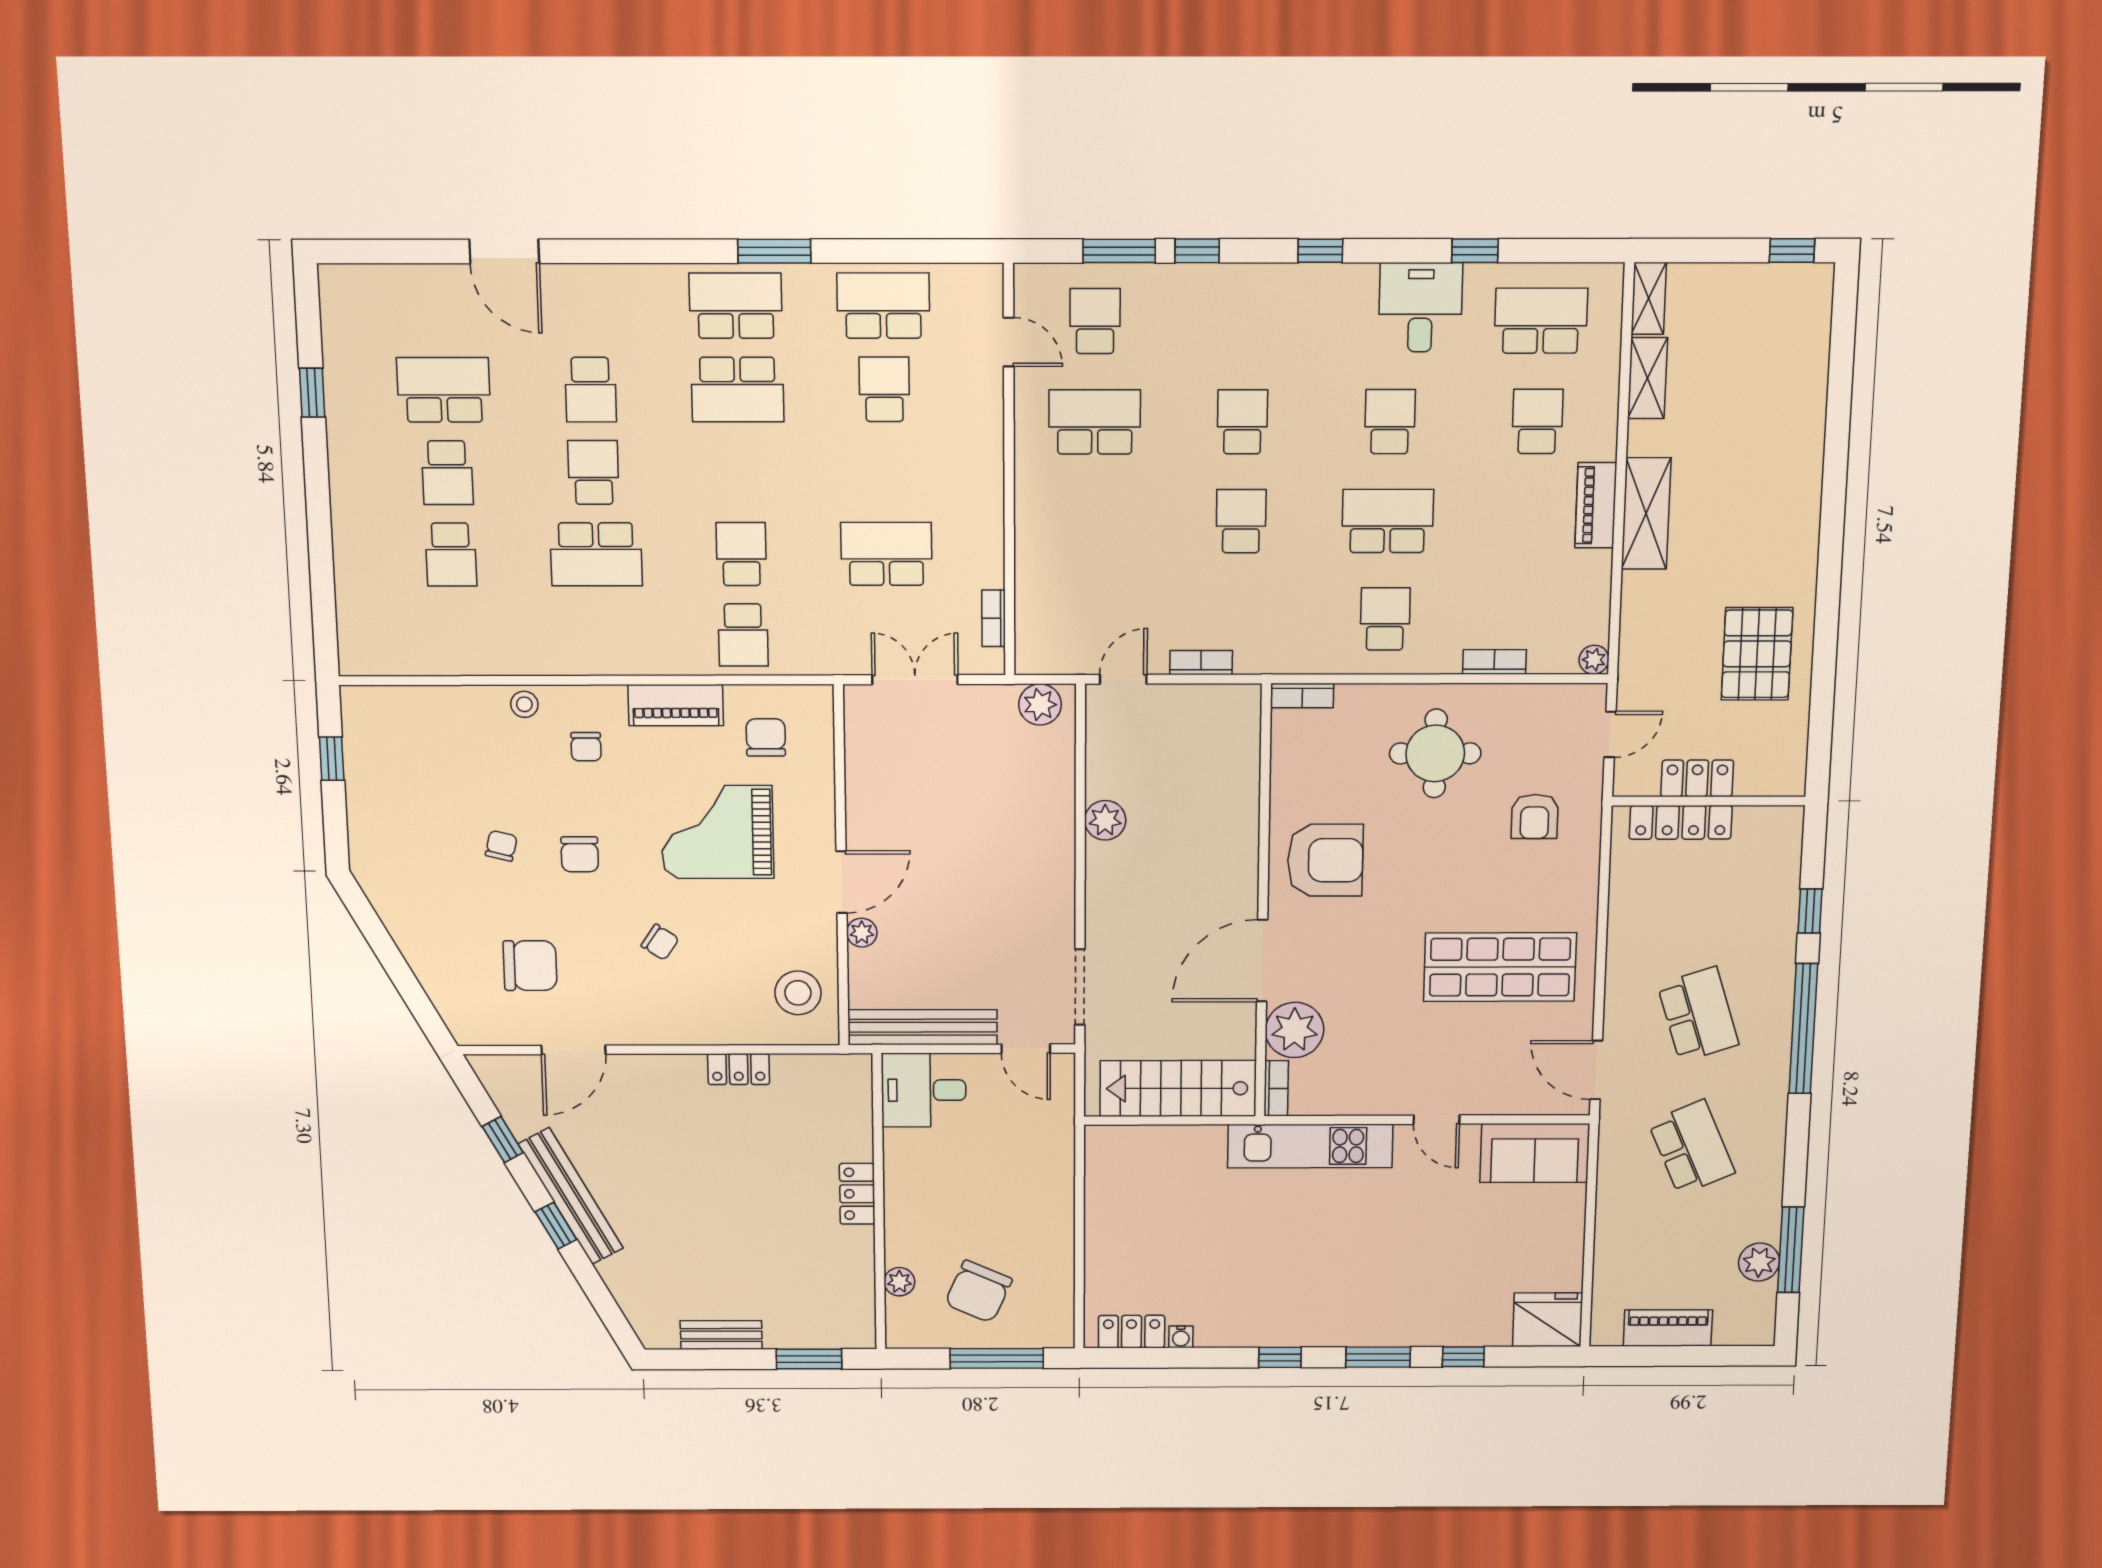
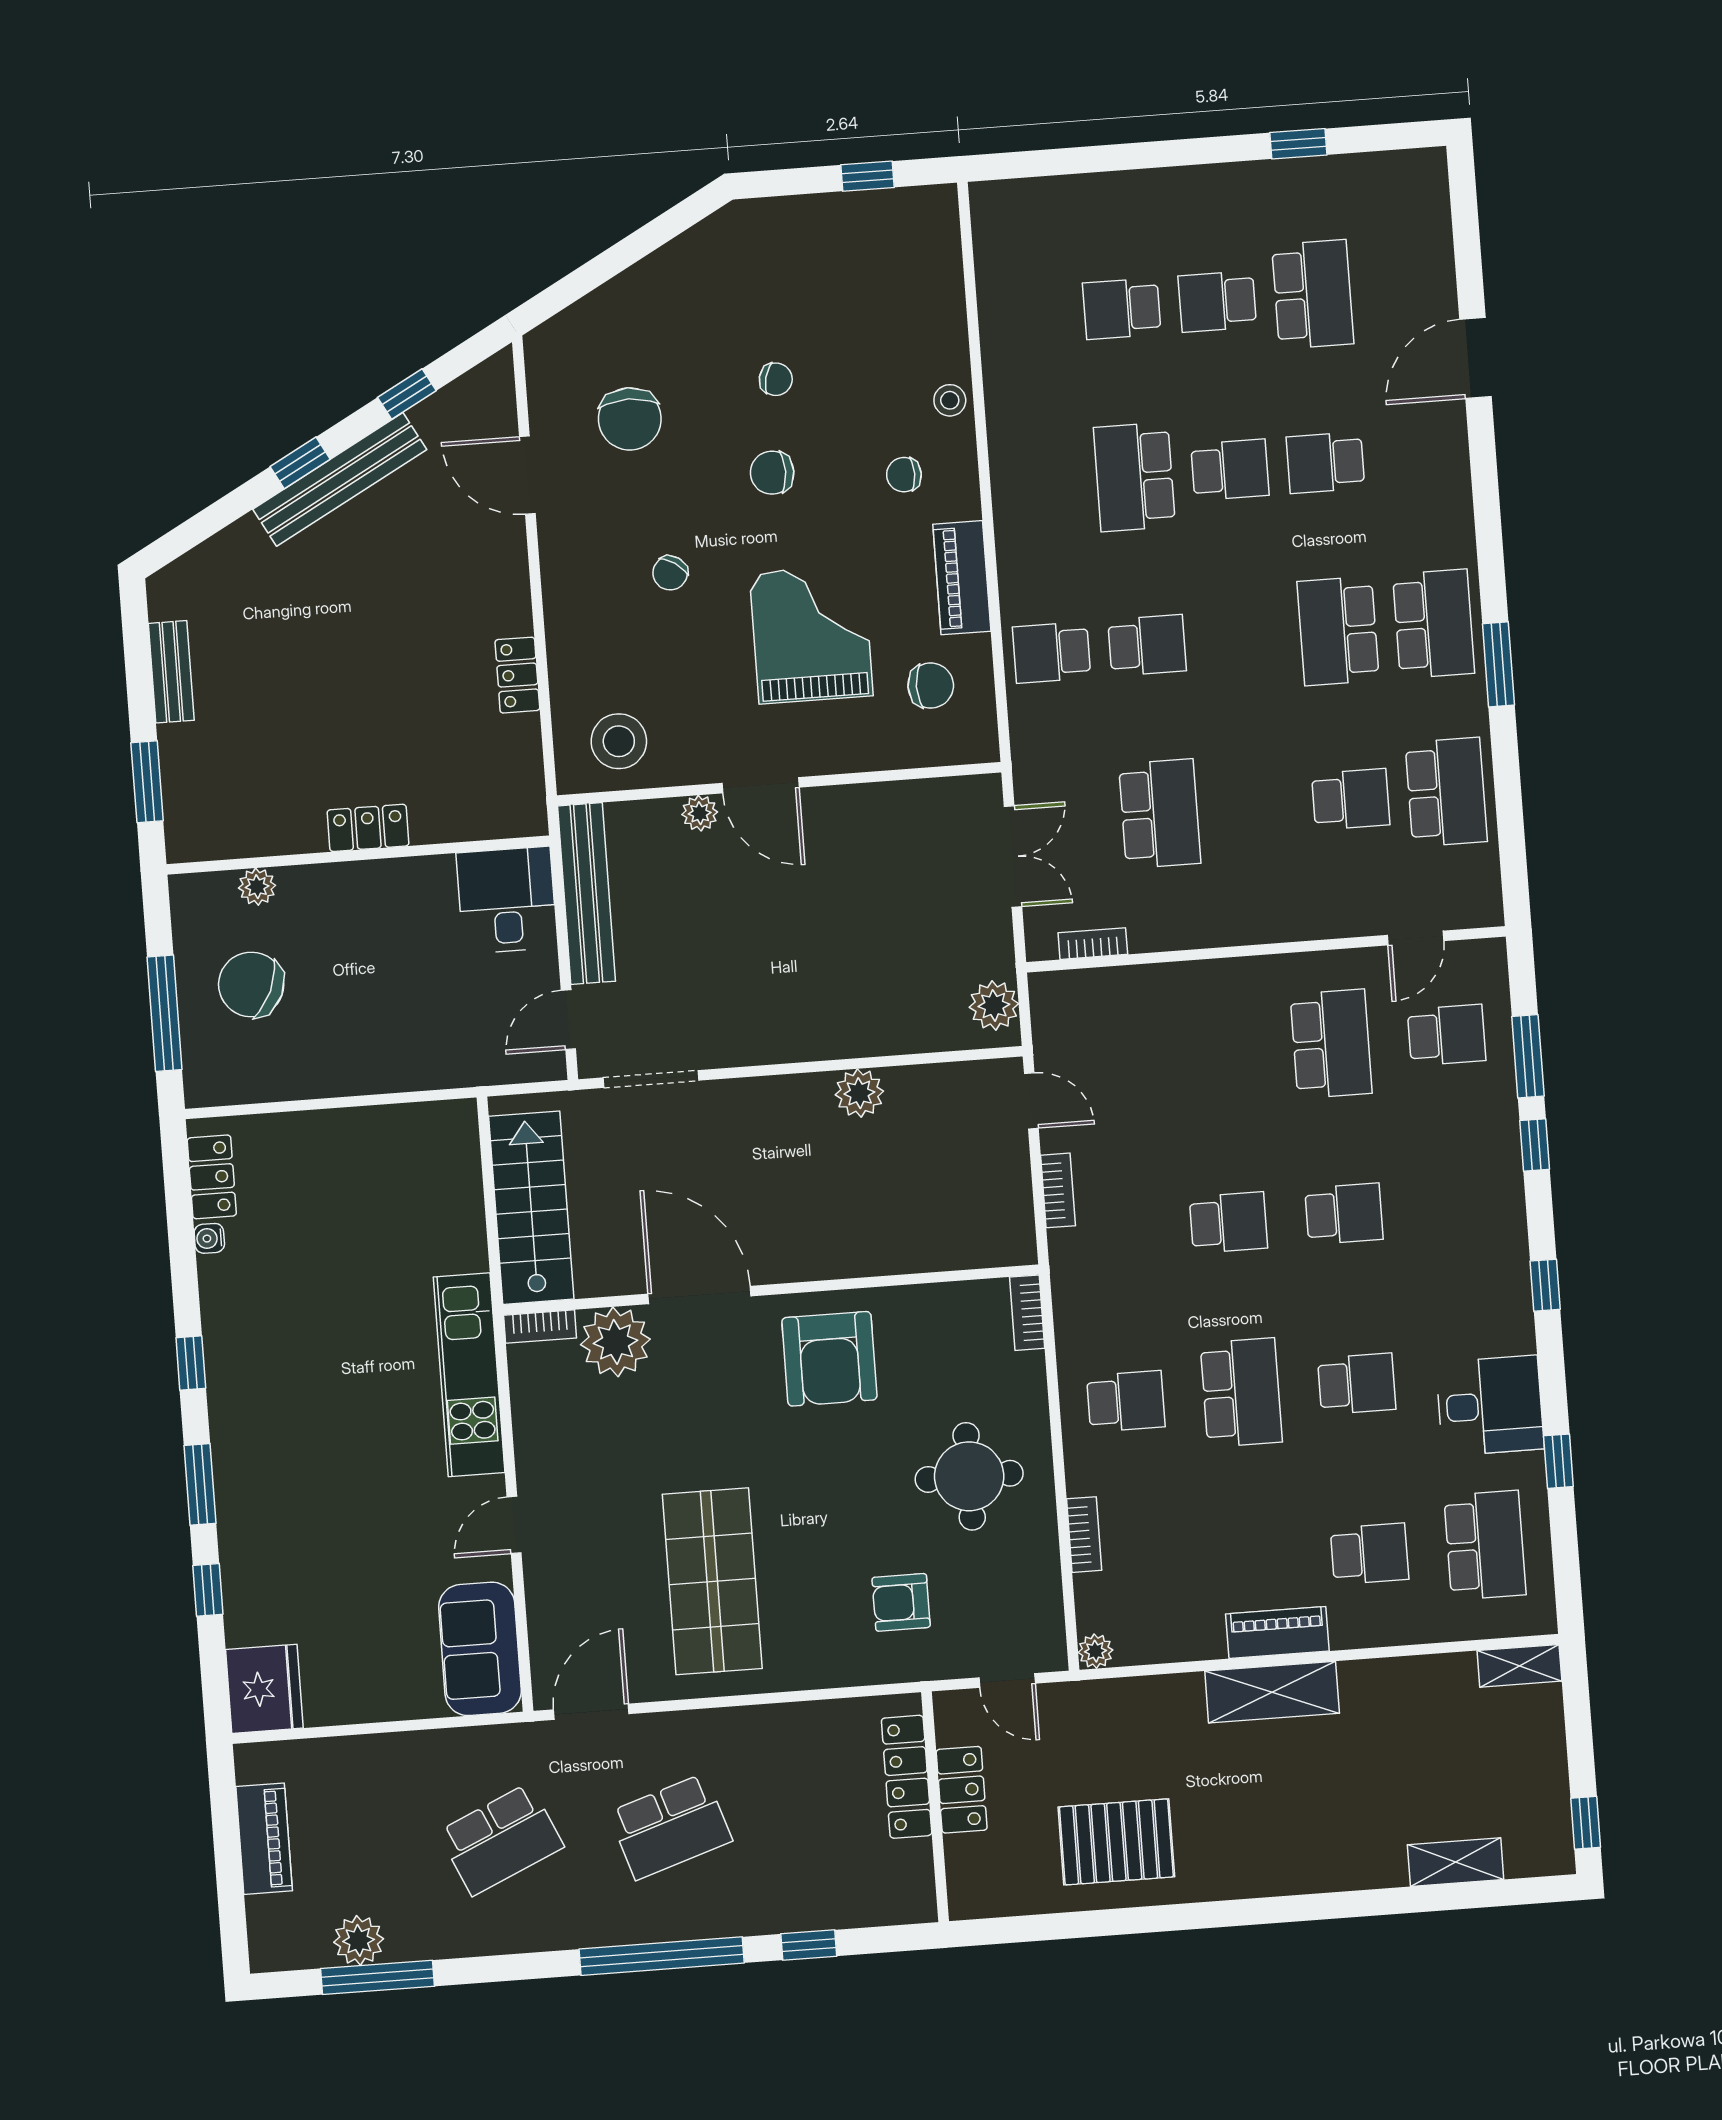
shelving: (1648, 378) -> (1456, 1862), moved

